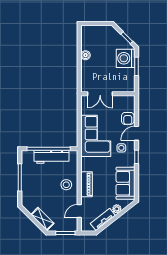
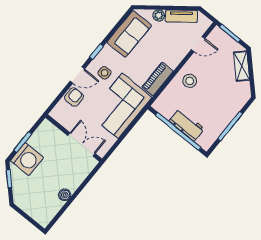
workbench: (51, 157) -> (187, 125), width x0.73
piano: (87, 184) -> (157, 79), moved

